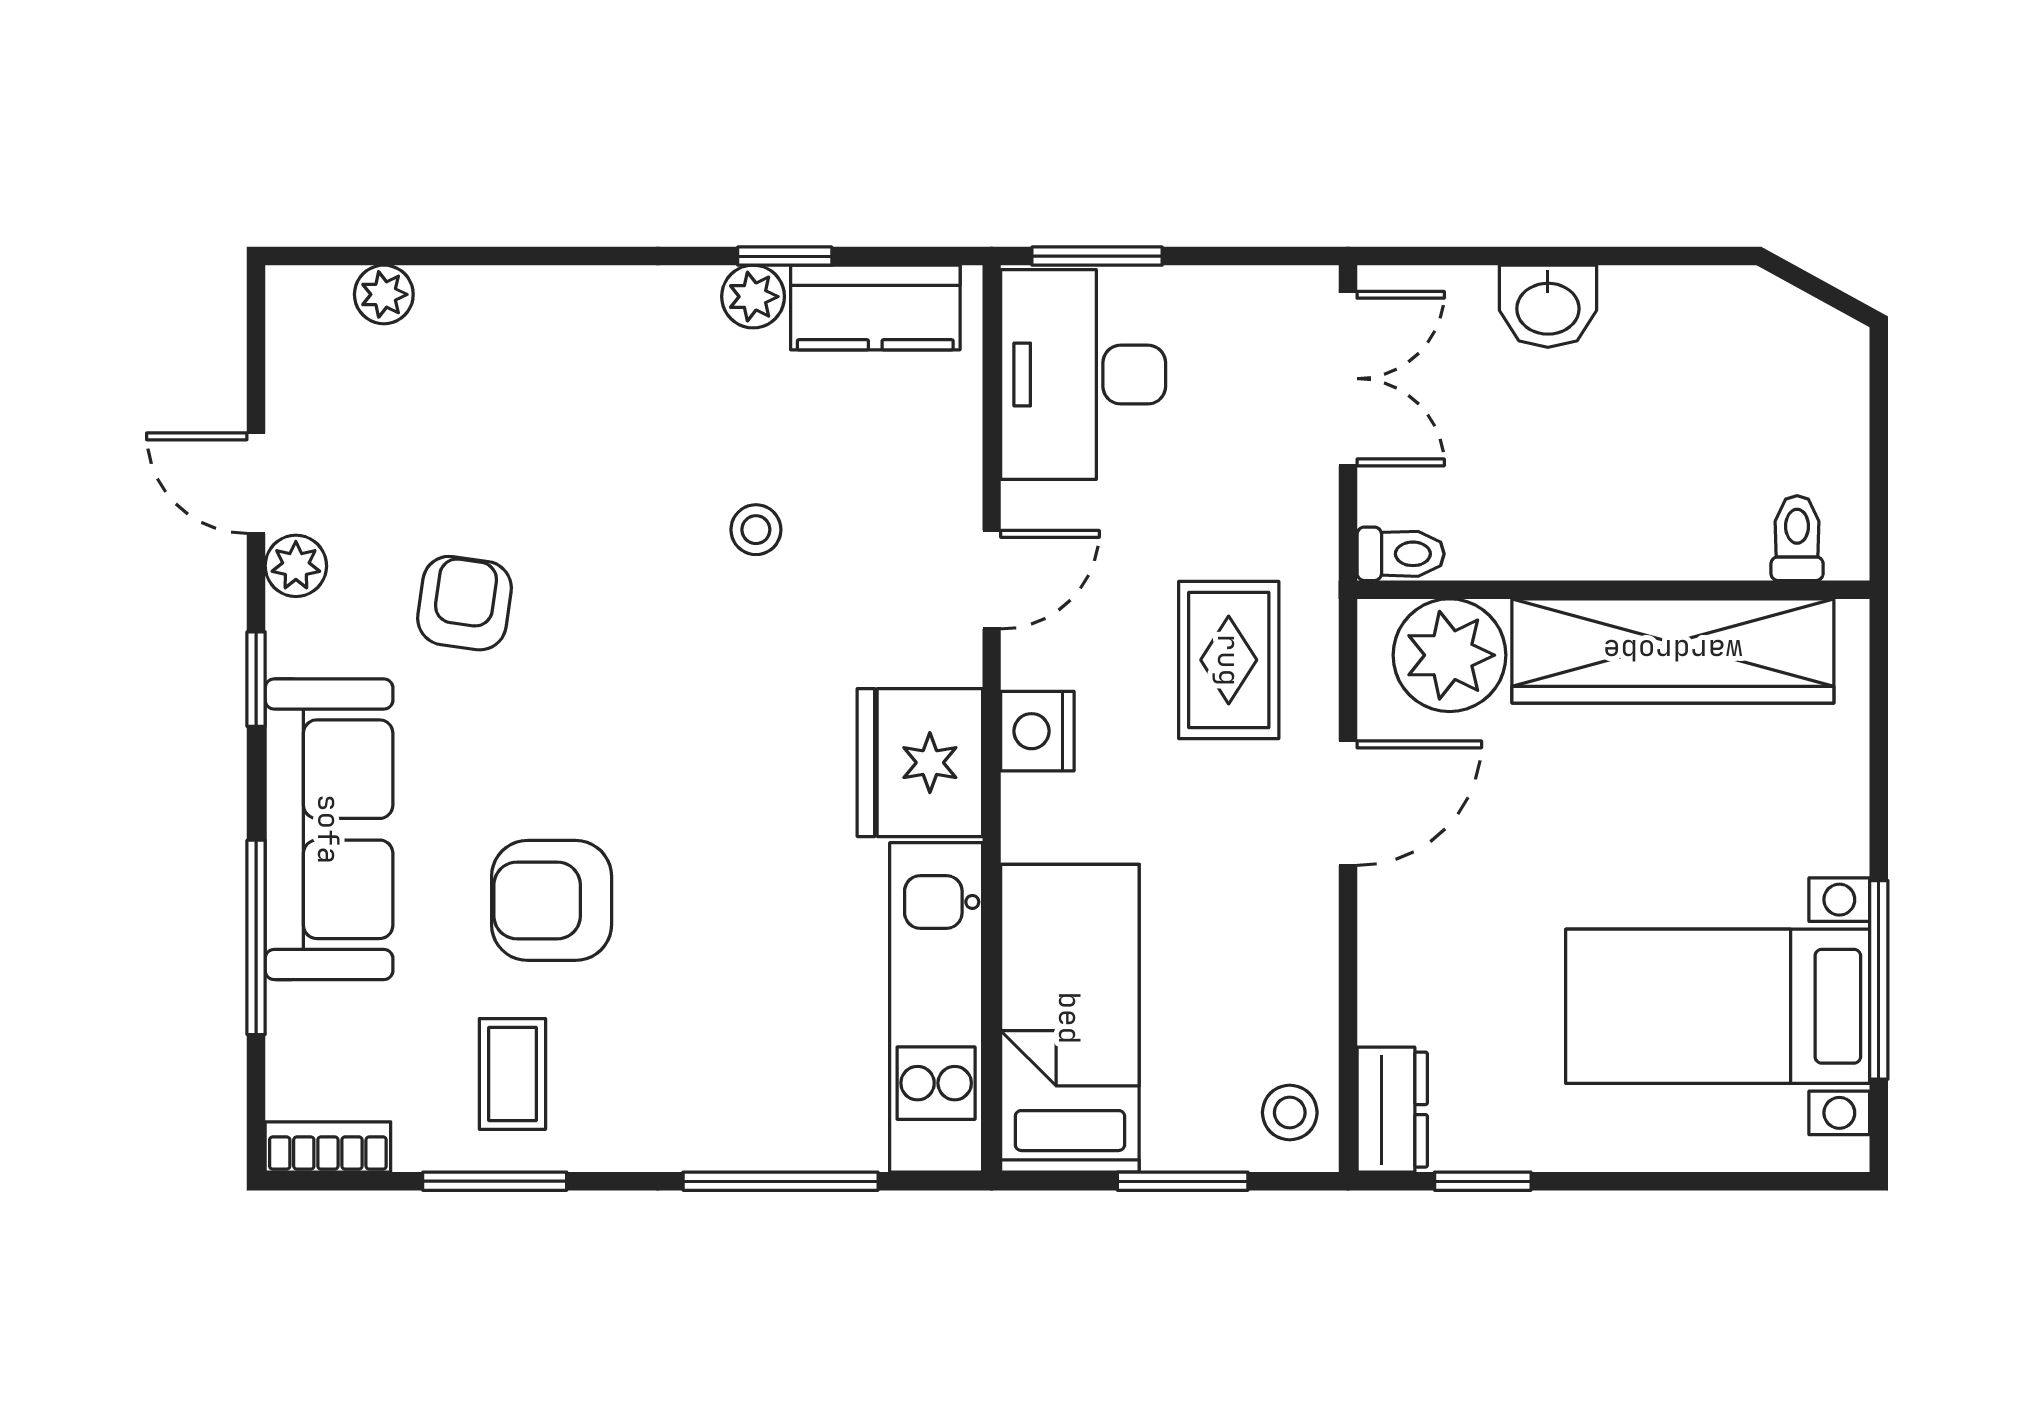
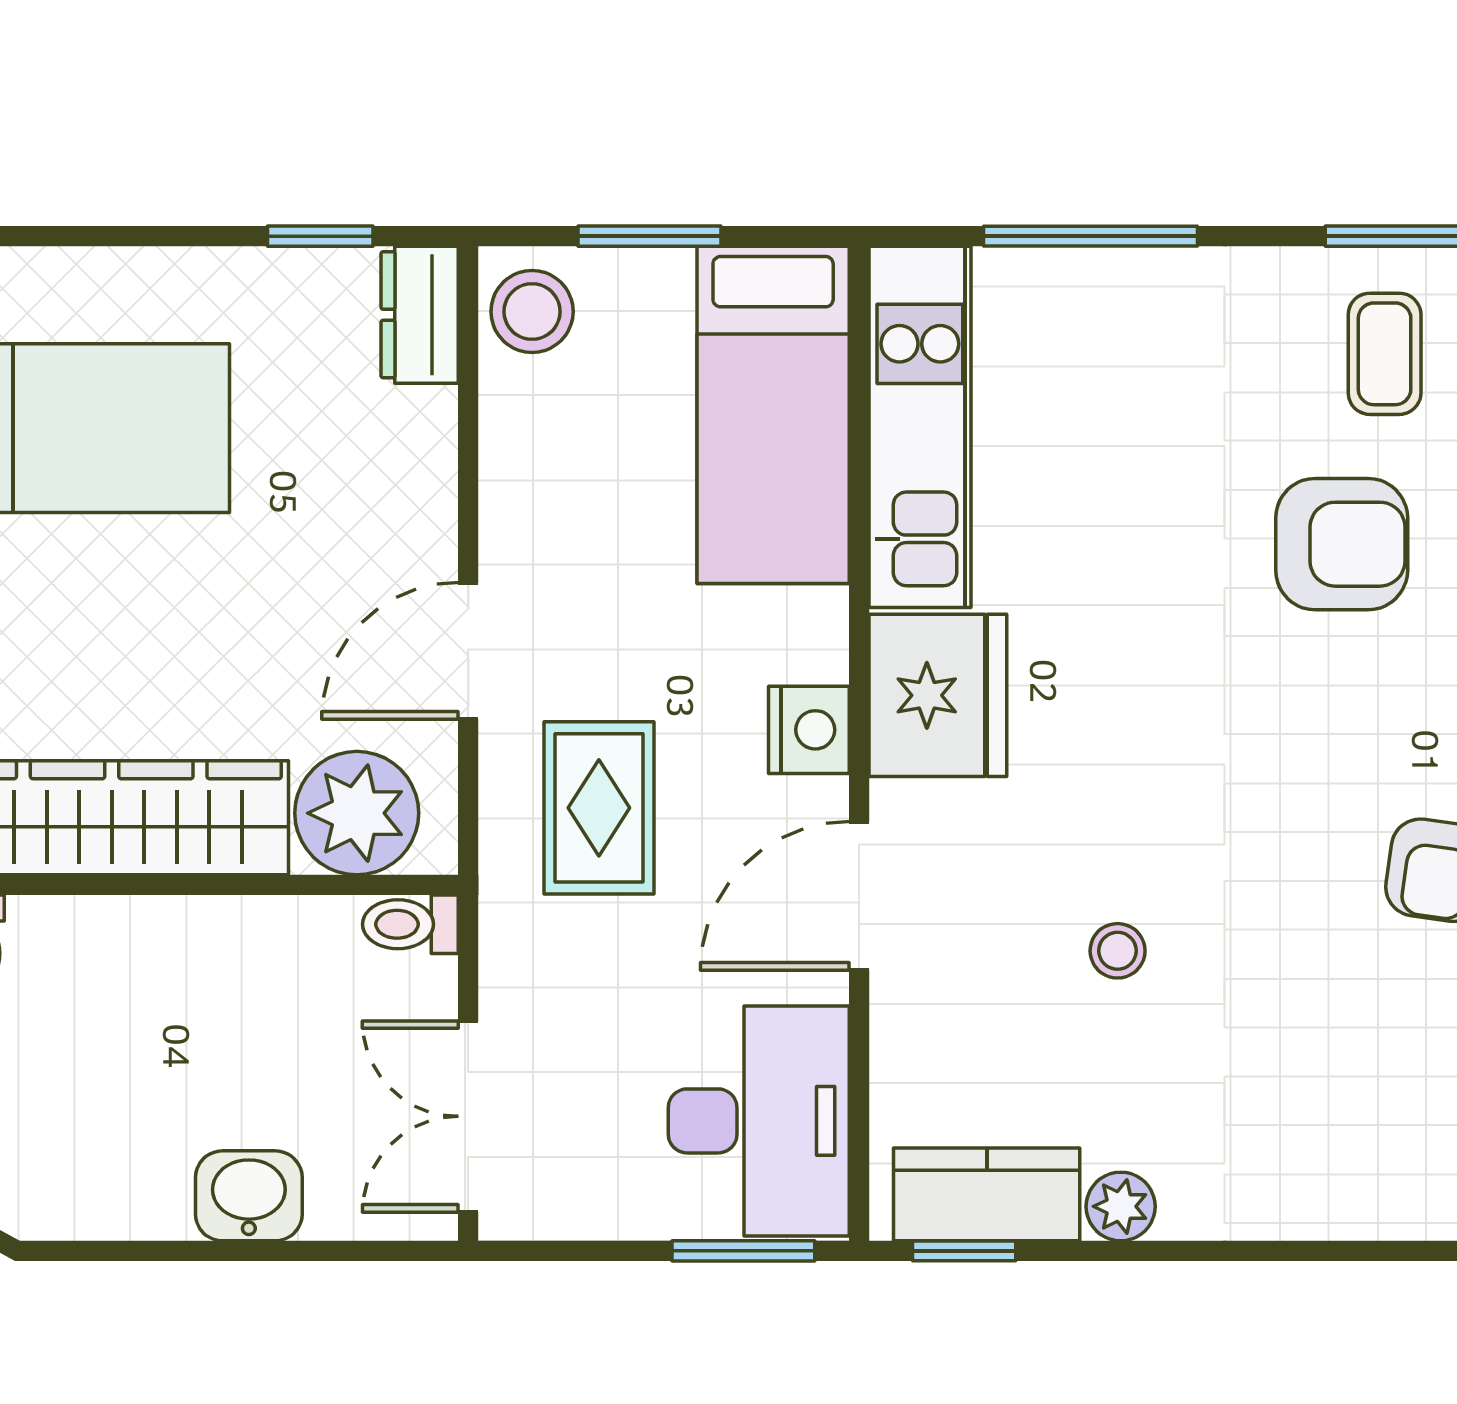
window: (785, 256) -> (964, 1251), moved
door: (992, 580) -> (859, 896), width x1.38
stool: (1290, 1113) -> (532, 312), width x1.37, depth x1.37

